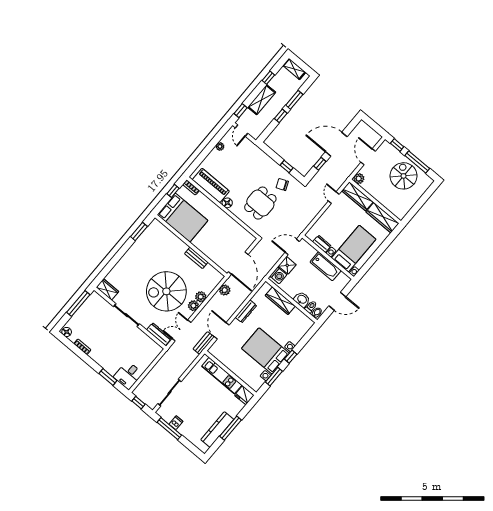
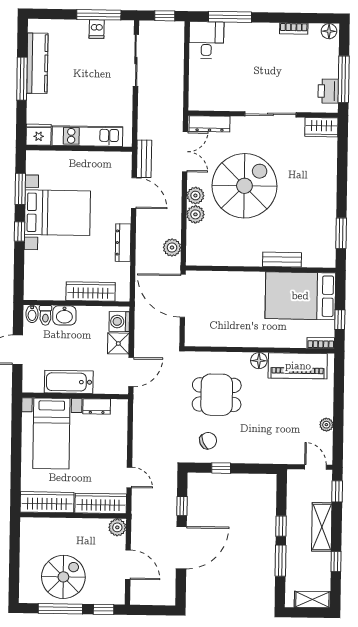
spiral stairs: (403, 176) -> (63, 577), turned -90
dining table: (260, 203) -> (217, 395), turned 90
bench: (196, 258) -> (282, 260), moved
printer: (90, 304) -> (328, 91), added
window: (108, 377) -> (230, 17), width x1.44

